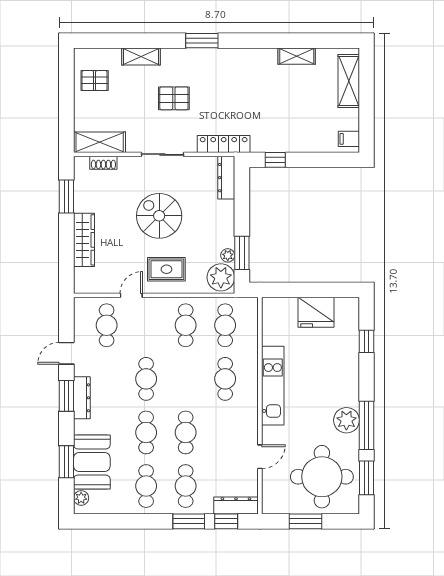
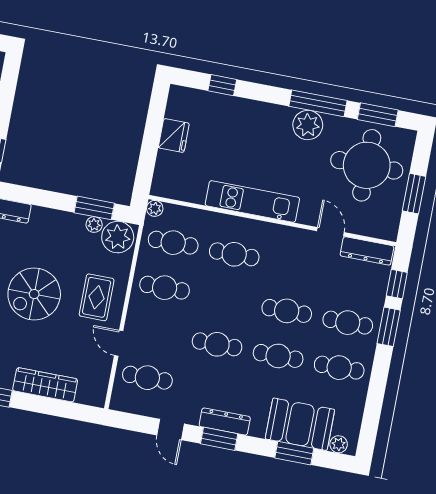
plant: (251, 304) -> (155, 208), added
fridge: (316, 312) -> (174, 136), width x0.73, depth x0.75
dresser: (236, 505) -> (367, 251), moved, turned -90

